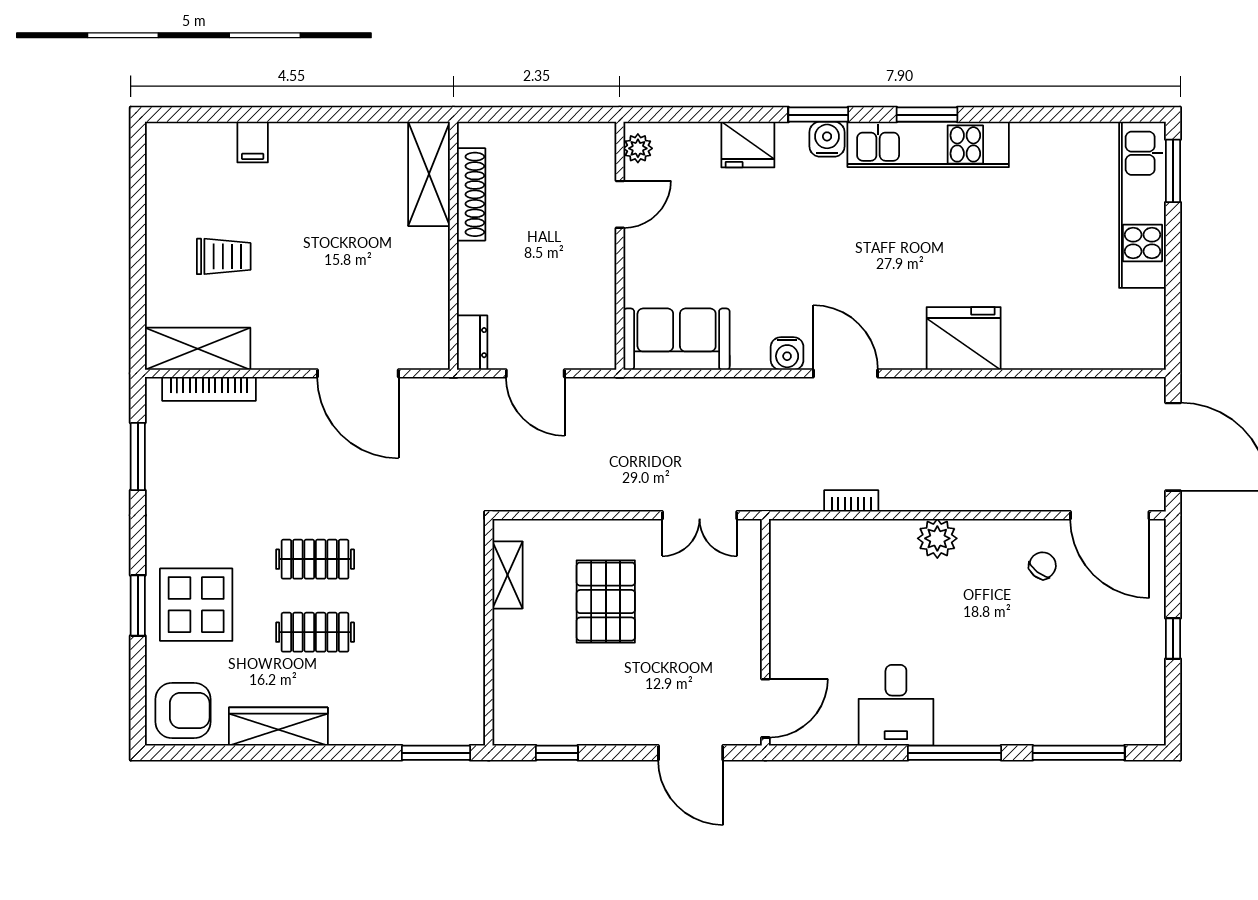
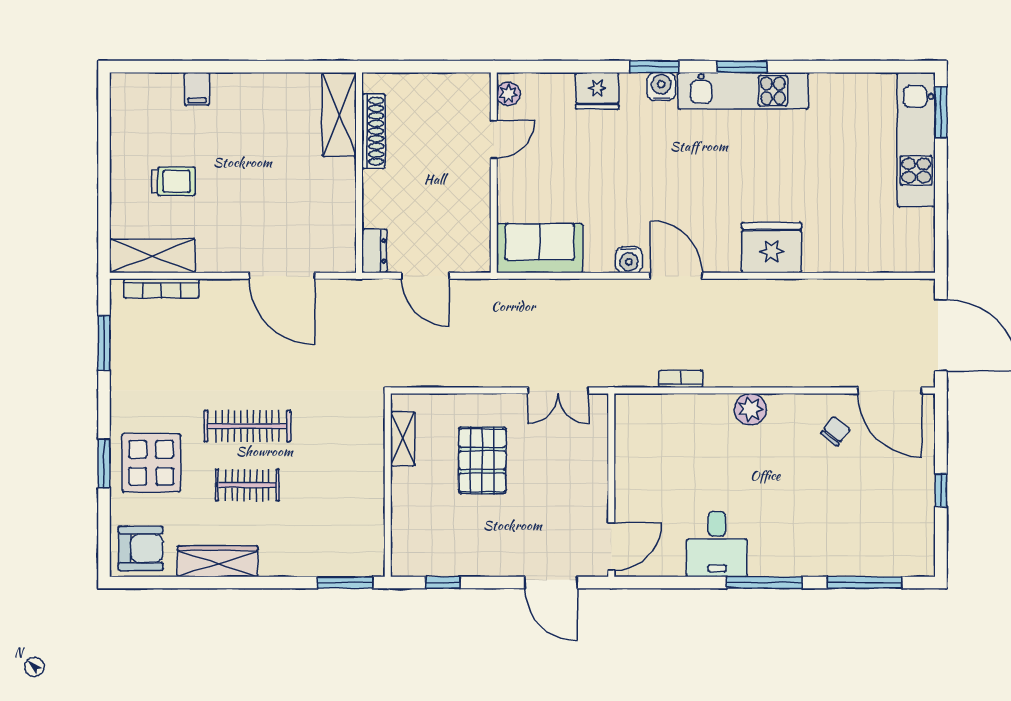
clothes rail: (315, 559) -> (247, 426), width x1.36

